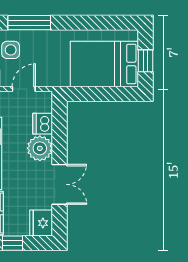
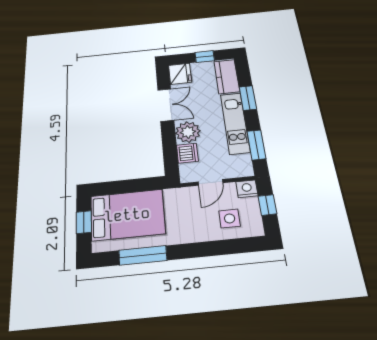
window: (29, 23) -> (143, 255), moved
double door: (59, 184) -> (166, 105), swing flipped

